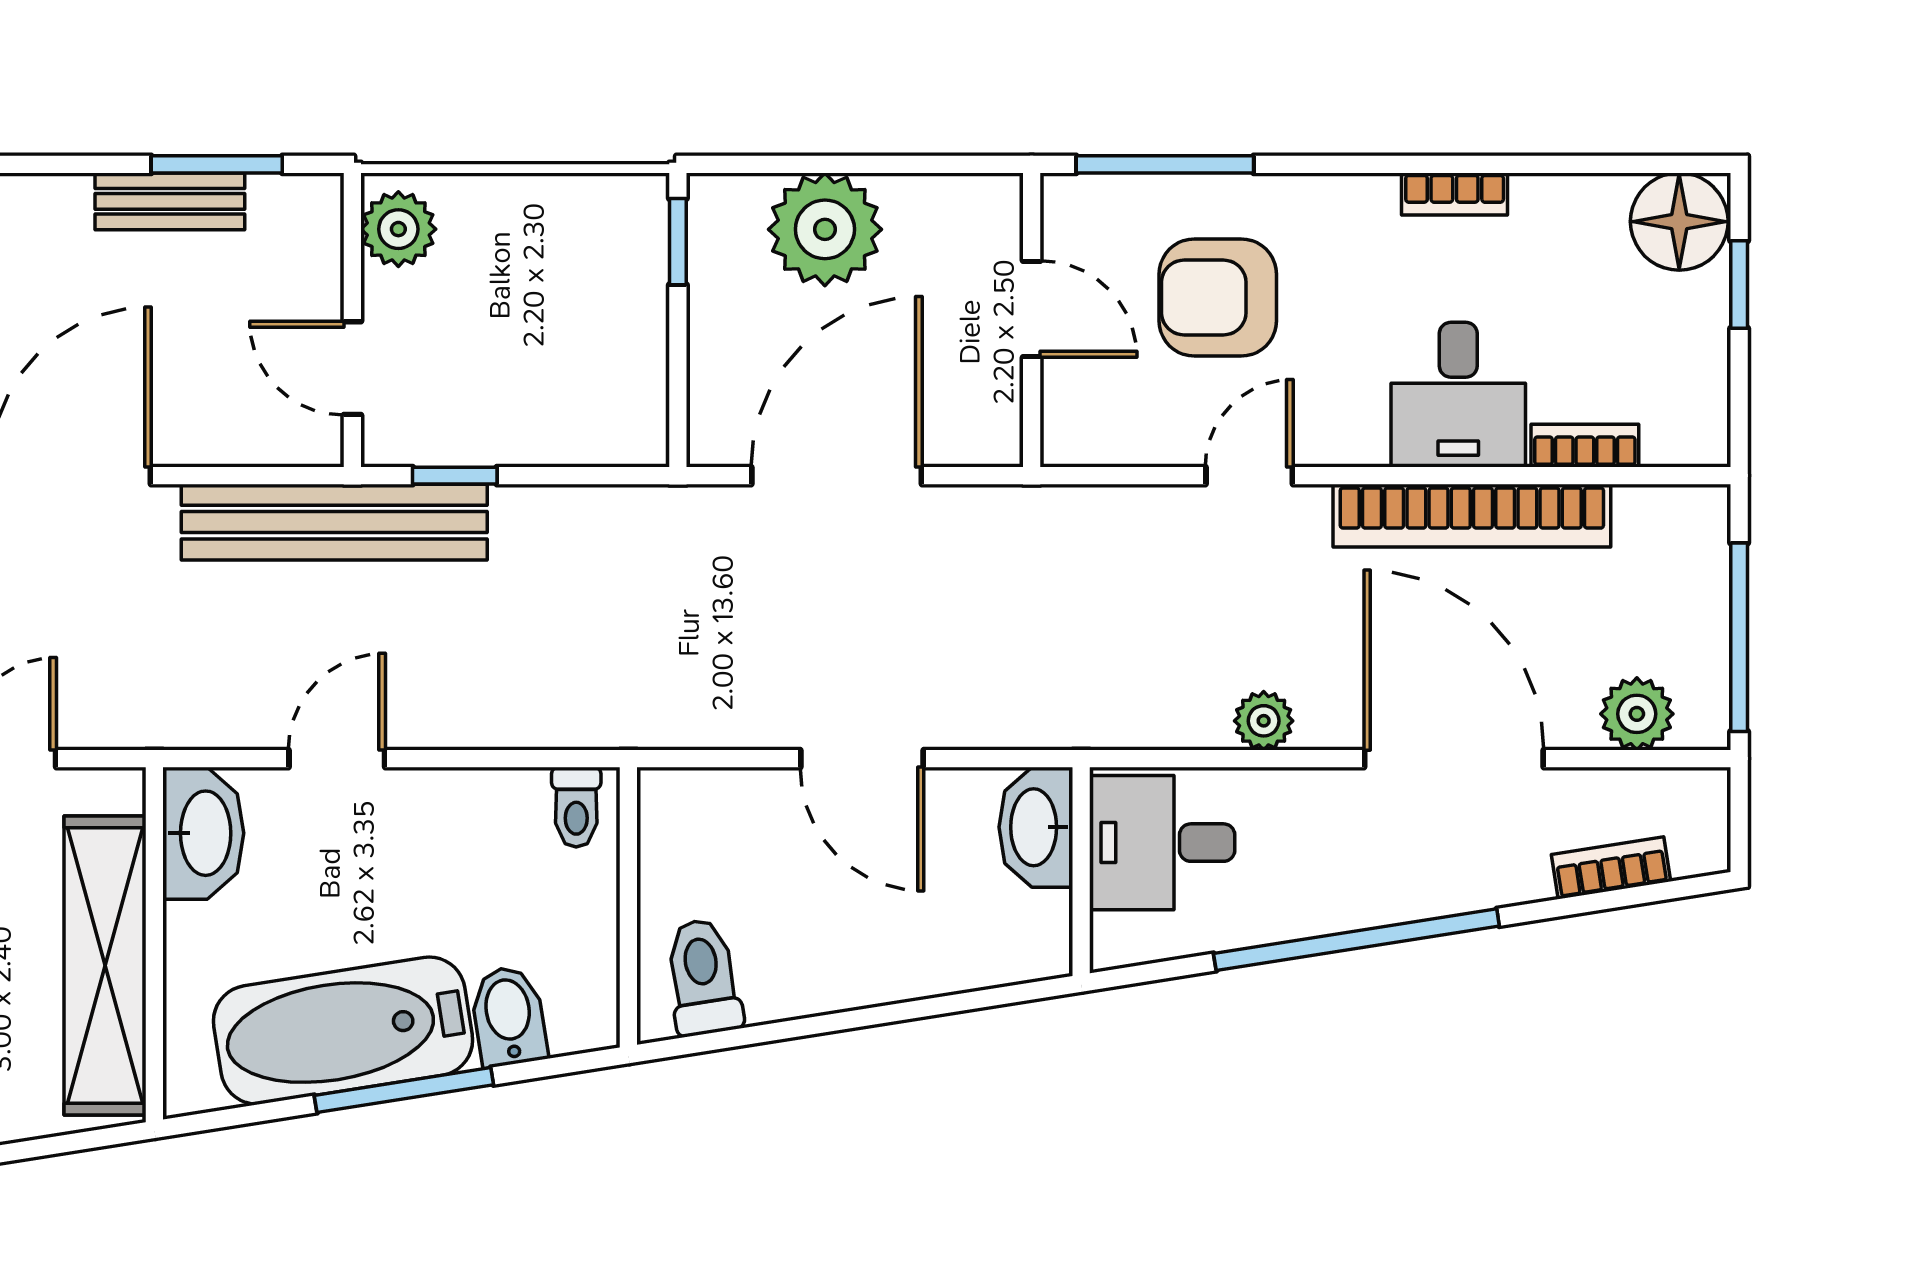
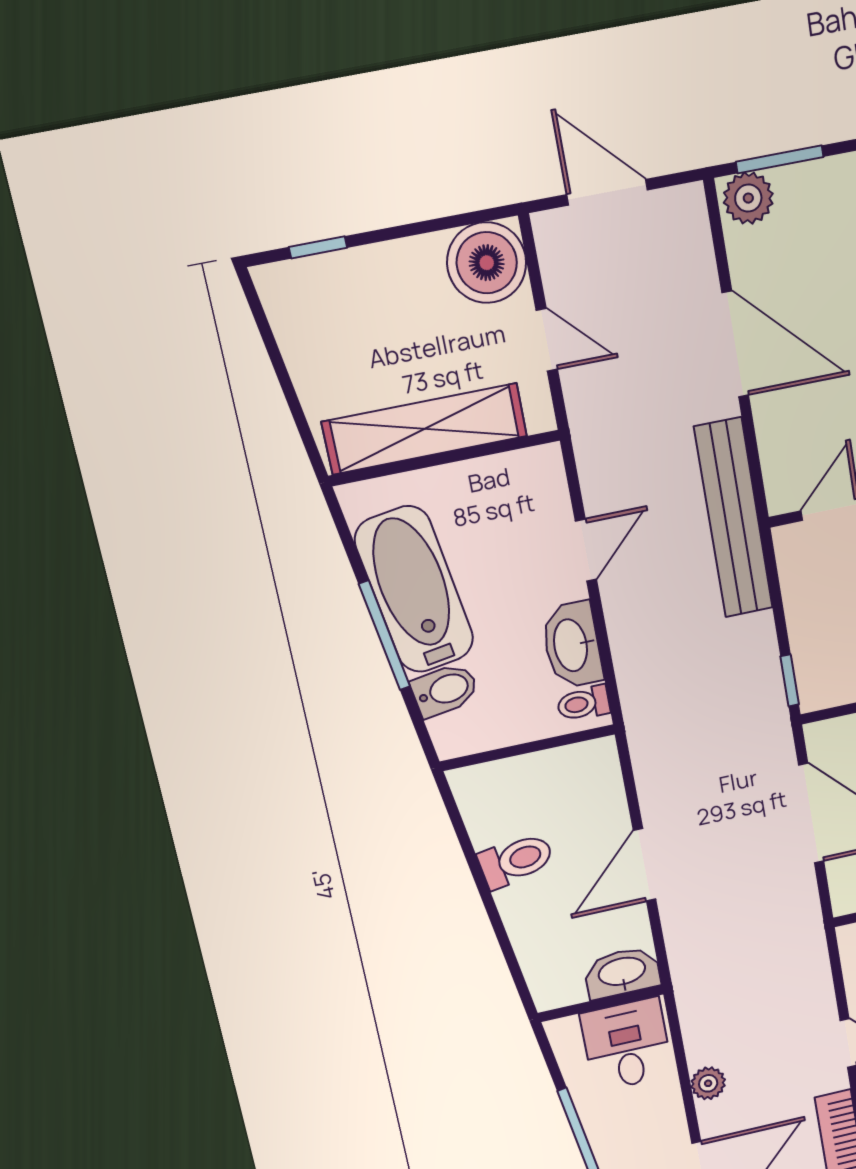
window: (455, 476) -> (790, 680), moved
door: (337, 759) -> (586, 550), hinge flipped
washbasin: (203, 833) -> (572, 645), moved, turned 90
toilet: (703, 977) -> (516, 860), moved

